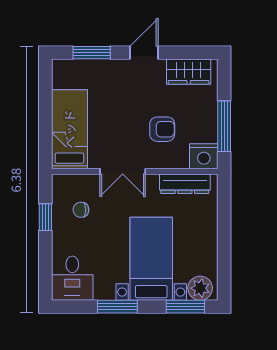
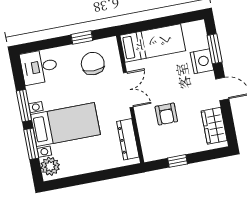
window: (224, 126) -> (178, 161), width x0.46
nightstand: (204, 156) -> (202, 61), moved, turned 180
double door: (123, 171) -> (128, 90), swing flipped
chair: (81, 210) -> (93, 64), width x1.87, depth x1.87
window: (185, 307) -> (31, 144), moved

